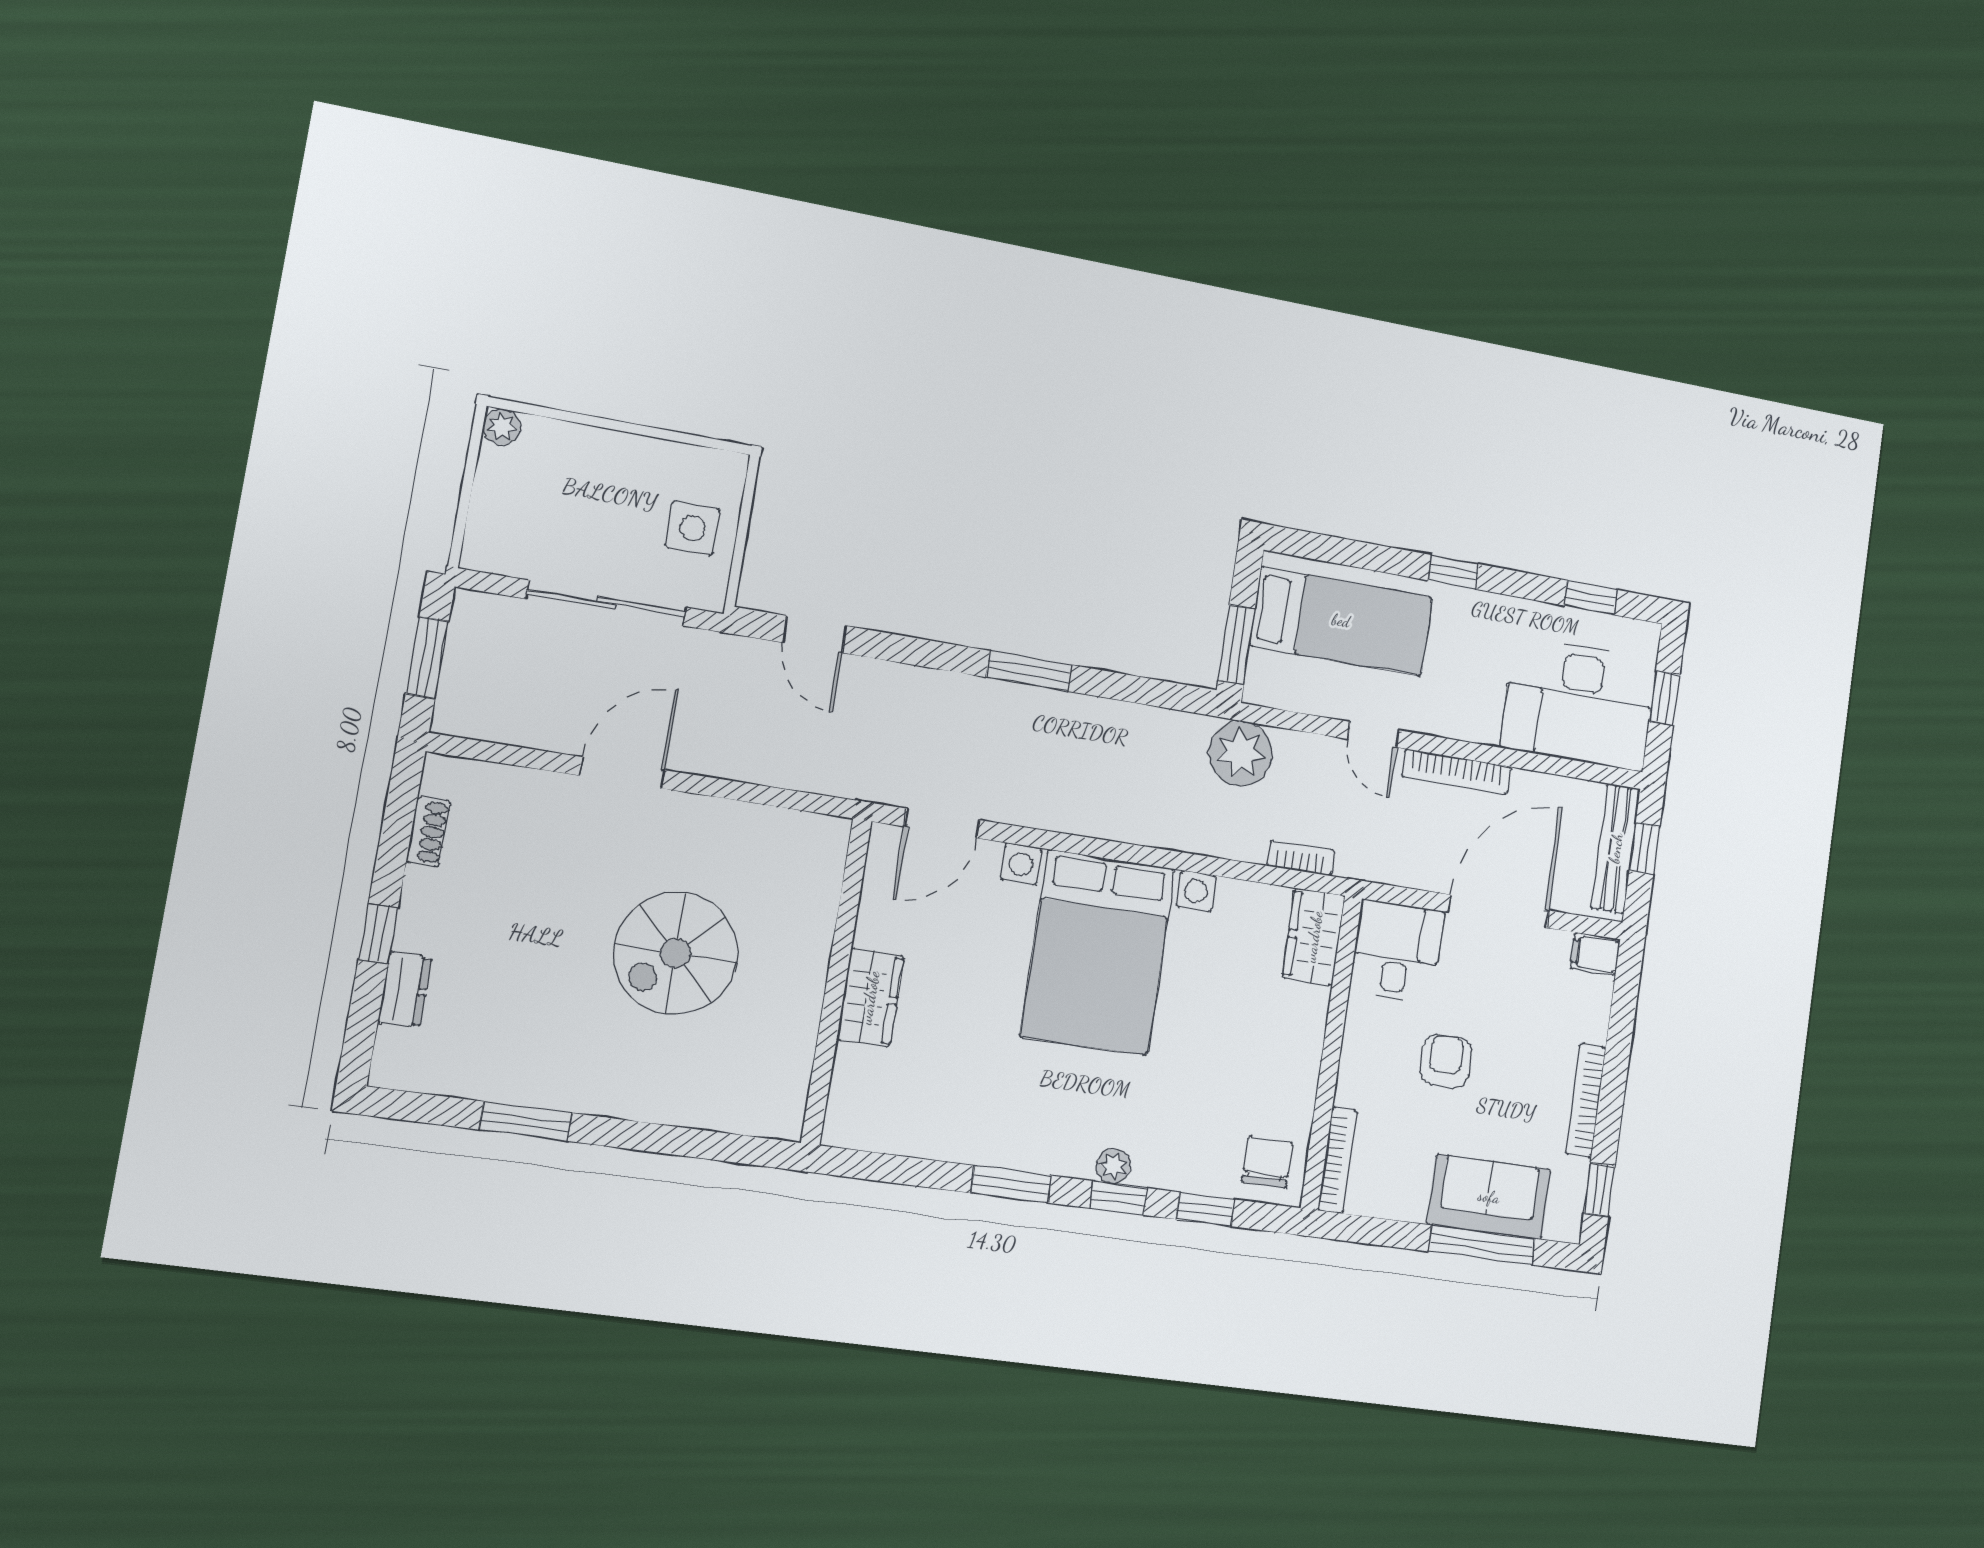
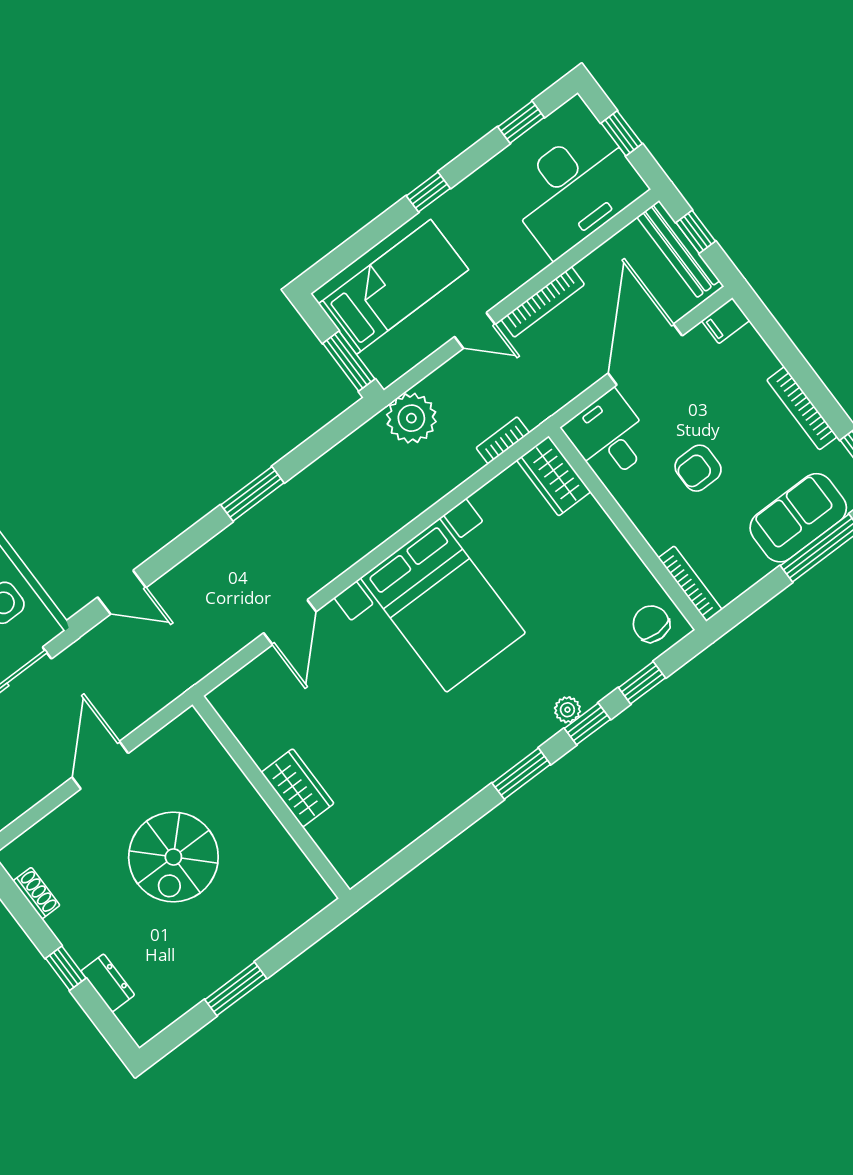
spiral stairs: (676, 953) -> (173, 857), moved
wall: (836, 981) -> (271, 797), moved
wardrobe: (870, 998) -> (298, 788), moved
armchair: (1446, 1061) -> (698, 468), turned -90

